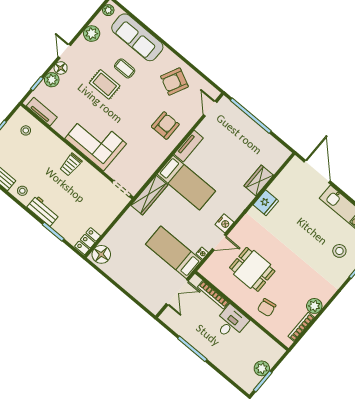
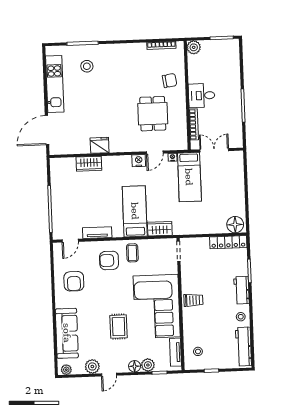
door: (64, 51) -> (109, 375), moved
coffee table: (125, 68) -> (132, 253), moved
armchair: (174, 82) -> (74, 281), turned 64
corner sofa: (96, 141) -> (157, 306), width x1.36, depth x1.36
tv unit: (189, 146) -> (97, 233), moved
wardrobe: (149, 195) -> (160, 229), width x0.67
locker: (88, 241) -> (228, 242), width x1.53
door: (219, 242) -> (155, 152), swing flipped
plant: (314, 306) -> (139, 49), removed
plant: (262, 368) -> (194, 47), moved

